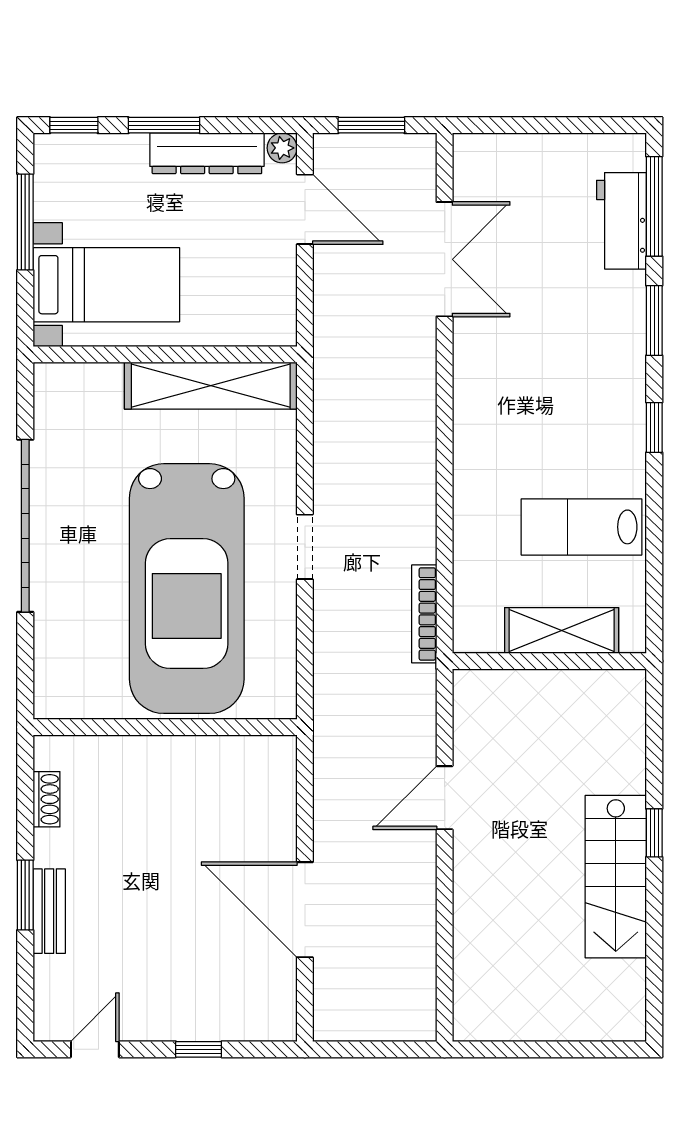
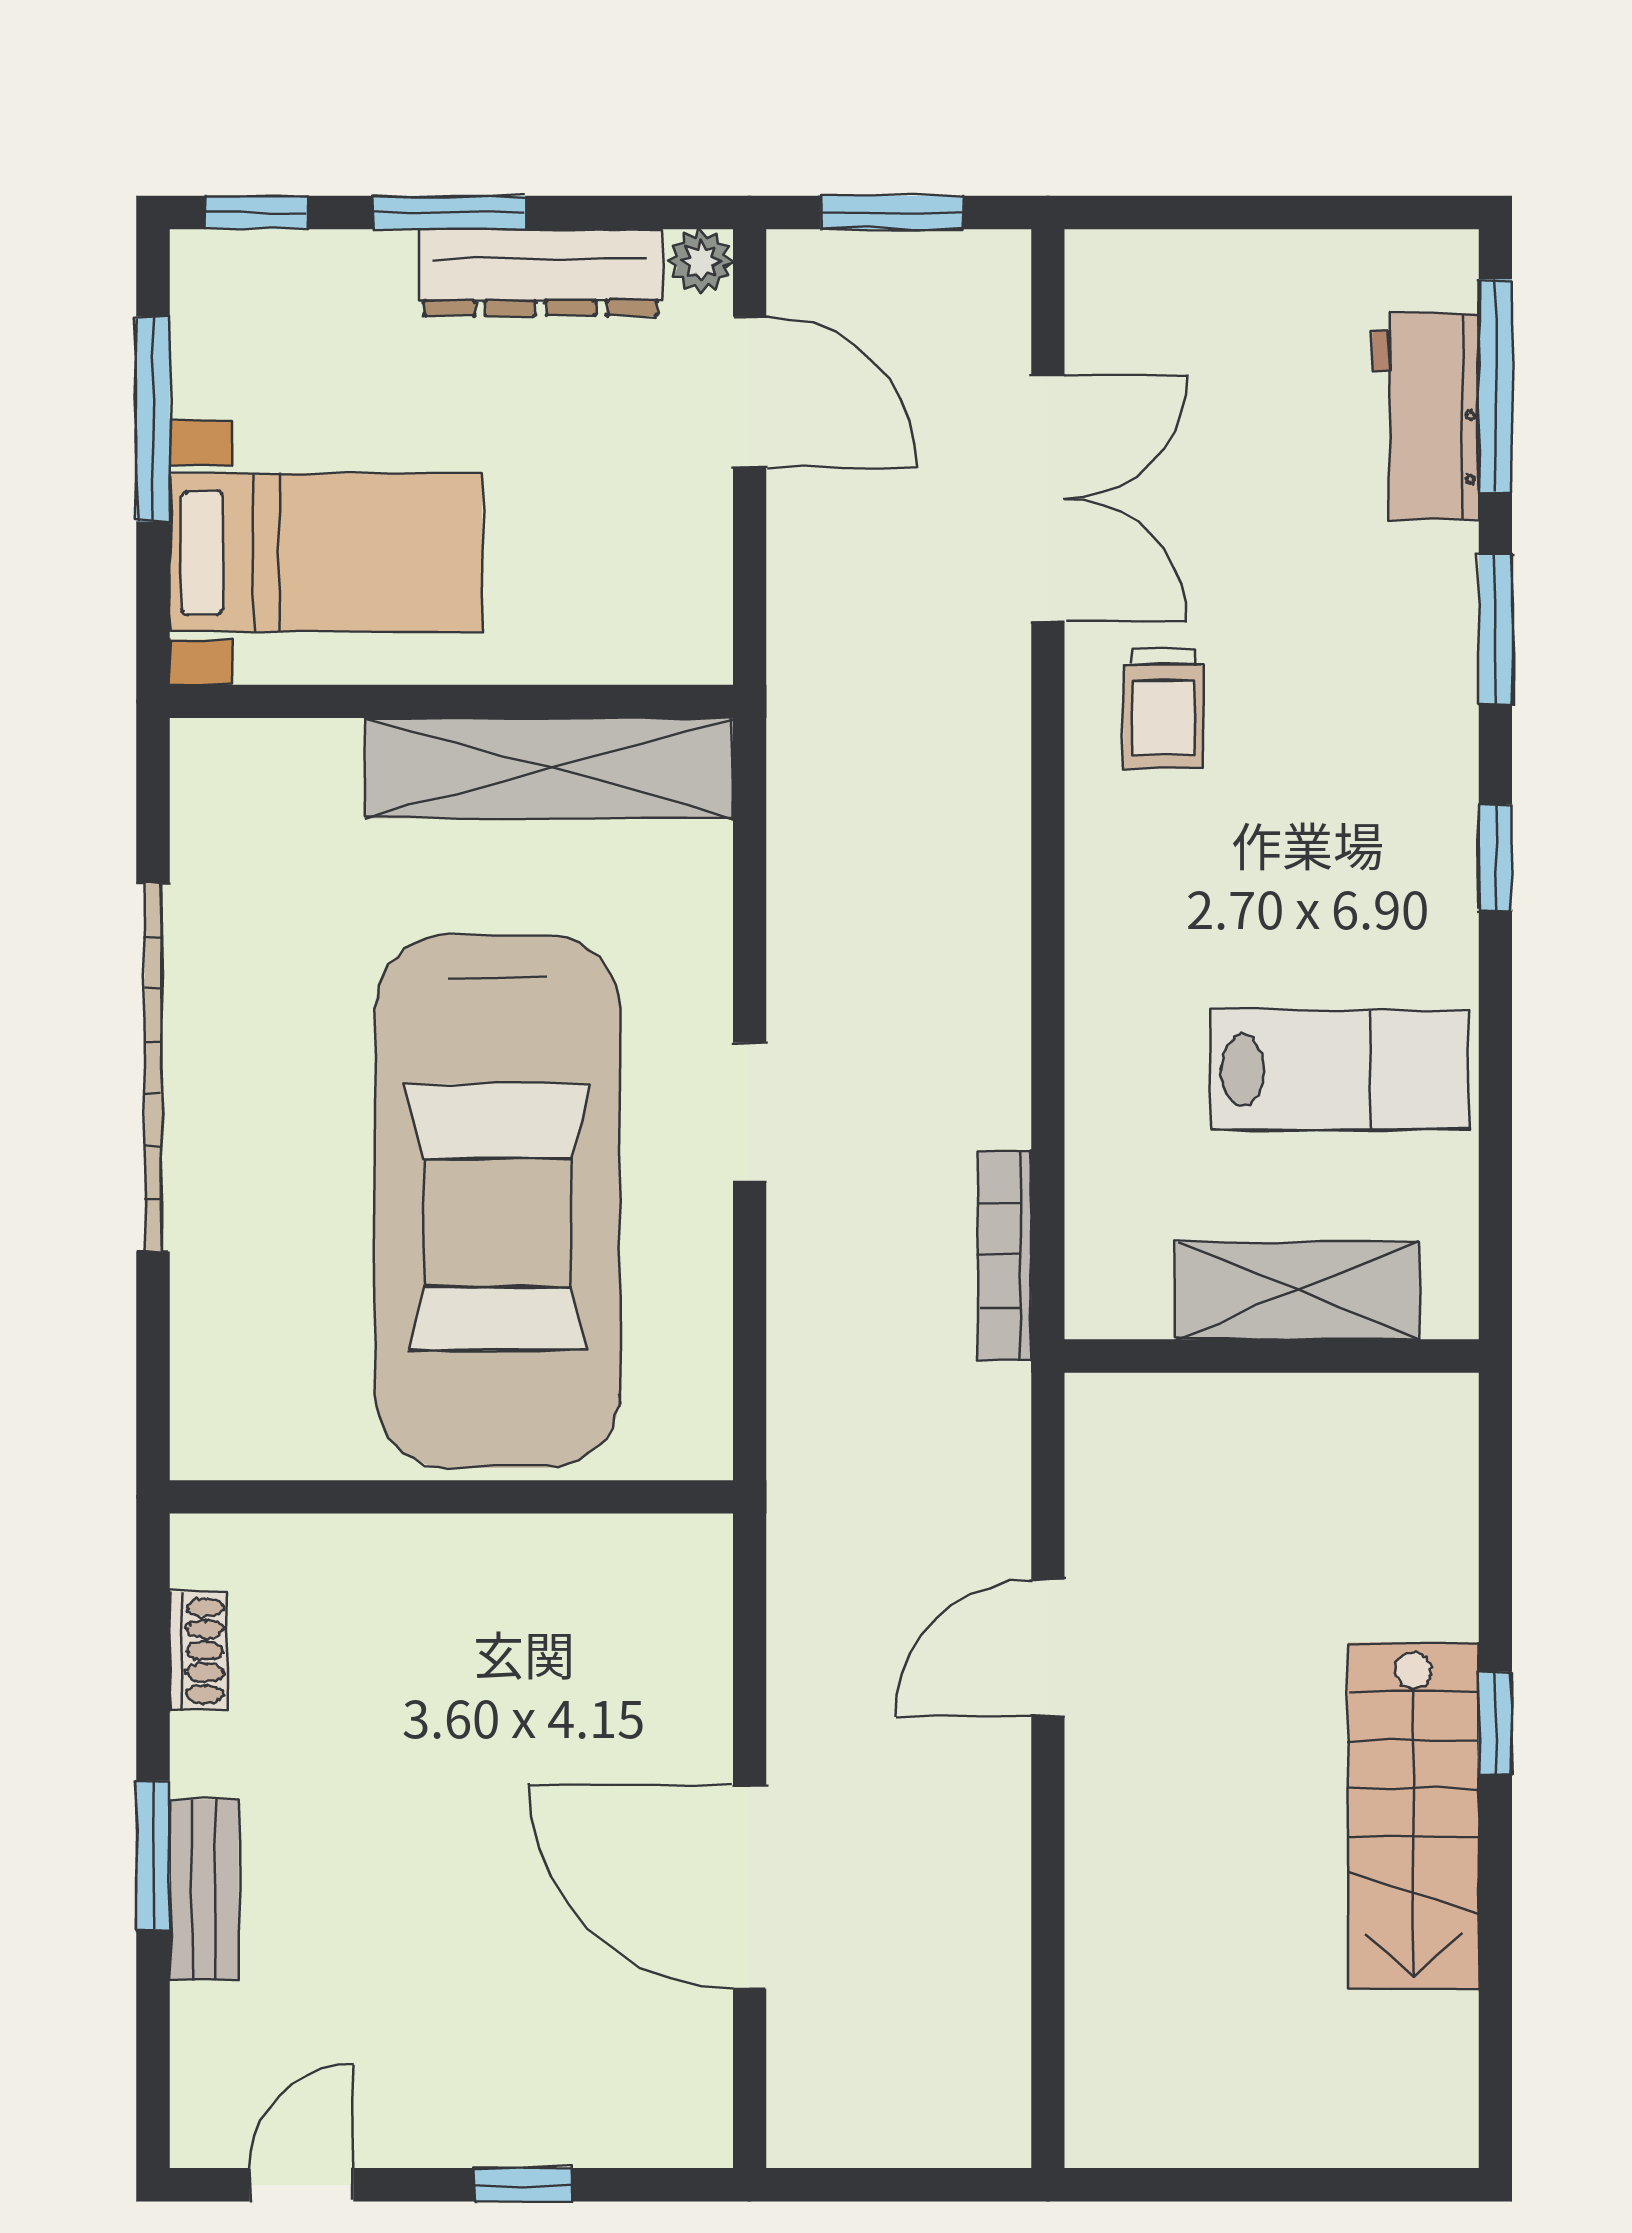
trolley: (499, 358) -> (1163, 709), added
lab bench: (582, 527) -> (1340, 1070), turned 180

